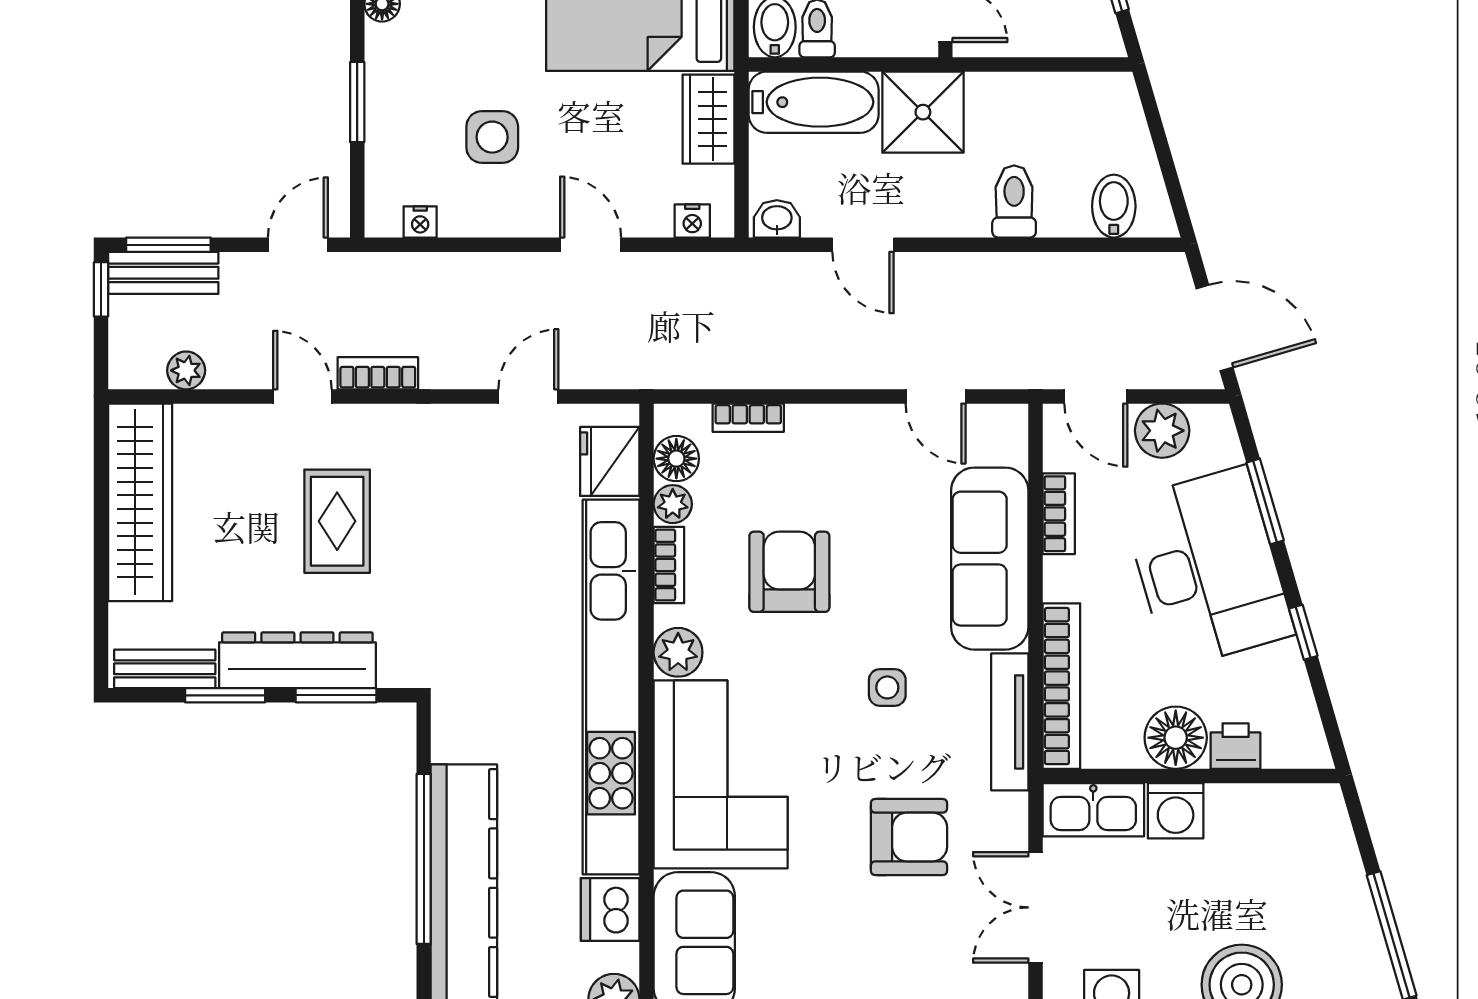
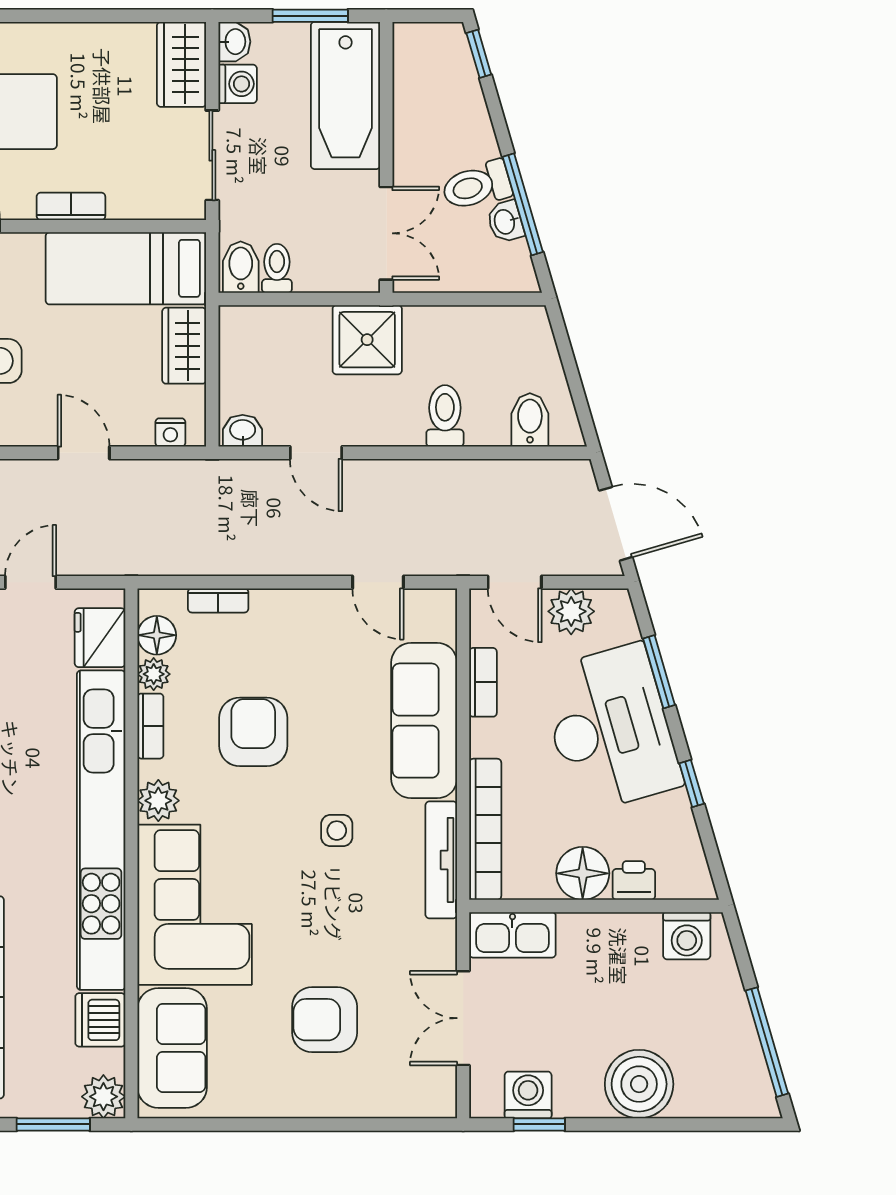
bathtub: (814, 102) -> (274, 331), removed
washing machine: (1176, 811) -> (687, 936), moved
armchair: (909, 837) -> (325, 1020), moved, turned 180

